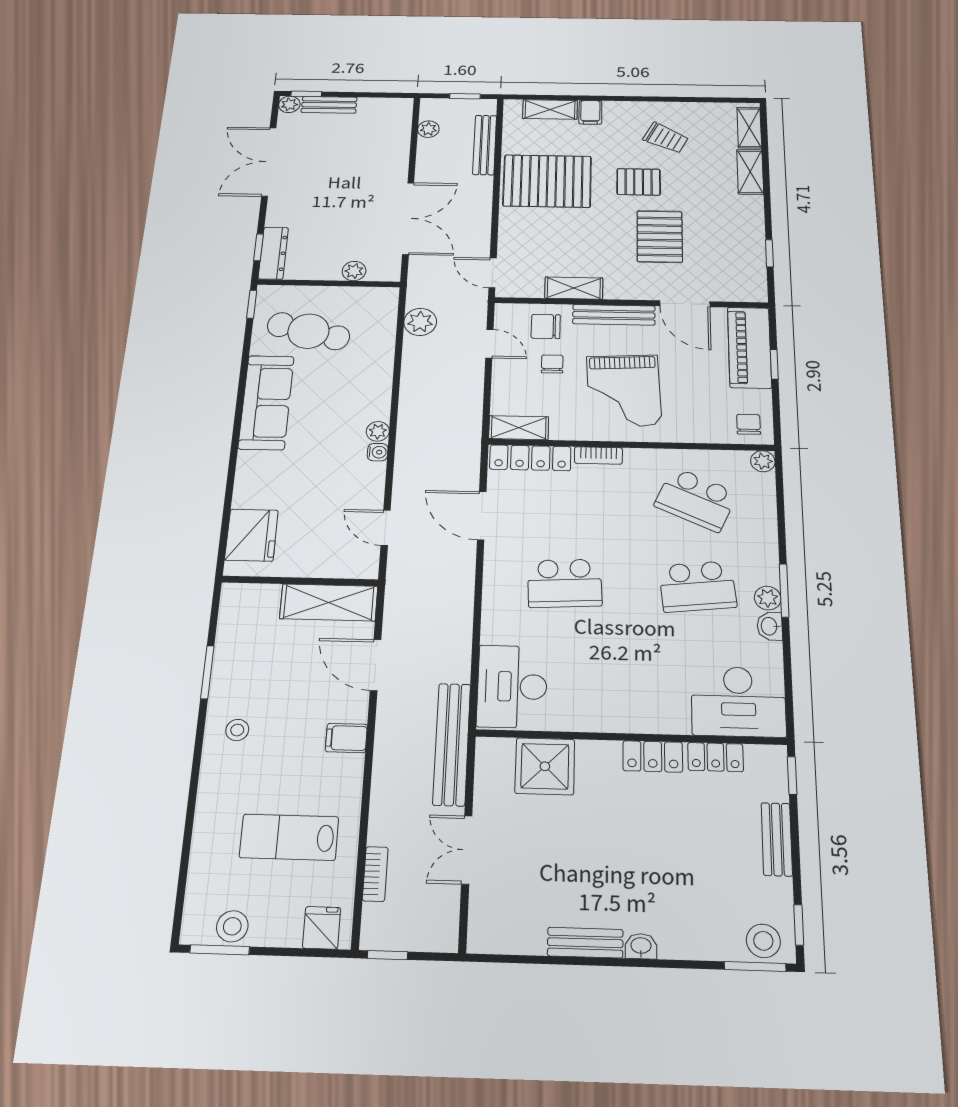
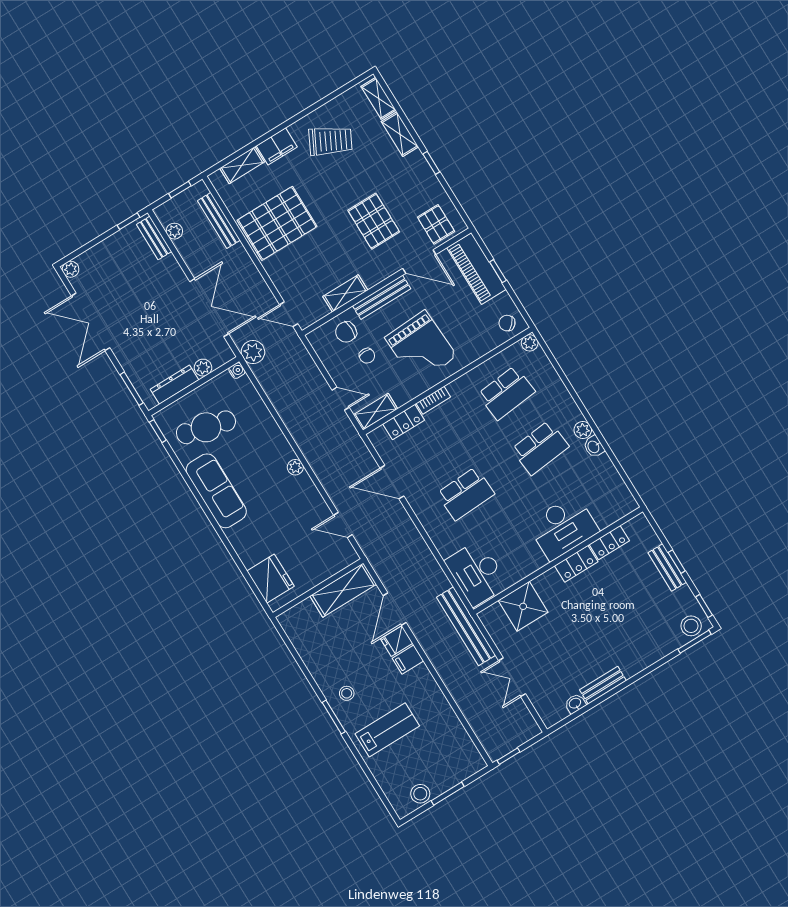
window: (306, 94) -> (128, 221), moved
bench: (329, 105) -> (154, 238), moved, turned 90
filing cabinet: (590, 112) -> (277, 146), width x2.00
trolley: (666, 138) -> (330, 141), width x1.36, depth x1.39
pallet: (639, 182) -> (436, 224), moved, turned 90
window: (258, 247) -> (132, 389), width x1.50
dresser: (273, 253) -> (174, 385), moved, turned -90
window: (769, 253) -> (431, 163), moved
plant: (420, 322) -> (253, 352), moved
door: (489, 344) -> (341, 399), moved
chair: (552, 364) -> (367, 356), turned 180
chair: (748, 424) -> (507, 323), turned -46
water cooler: (378, 452) -> (237, 371), moved
locker: (530, 458) -> (404, 422), width x0.66
school desk: (696, 499) -> (506, 393), turned -30
window: (784, 590) -> (589, 419), removed
door: (376, 665) -> (395, 609), hinge flipped
window: (207, 672) -> (334, 717), moved
desk: (738, 702) -> (563, 527), moved
window: (792, 776) -> (677, 562), moved
lab bench: (289, 837) -> (387, 730), moved, turned 180
bookcase: (375, 874) -> (474, 720), removed
fridge: (322, 928) -> (397, 641), moved, turned -90
washbasin: (641, 946) -> (575, 703), moved
window: (220, 950) -> (448, 794), moved

